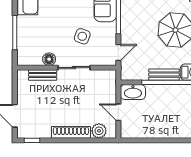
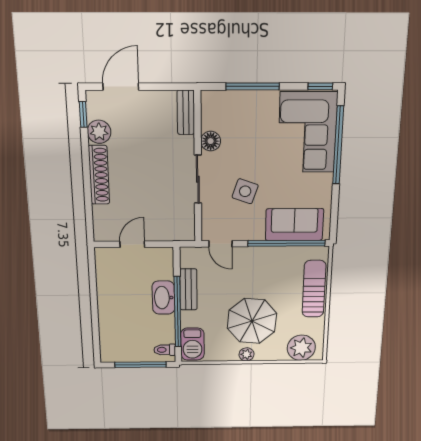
bench: (43, 75) -> (186, 112), moved
bench: (164, 75) -> (188, 289), moved
washbasin: (133, 92) -> (163, 298), moved
plant: (99, 131) -> (99, 132), moved

